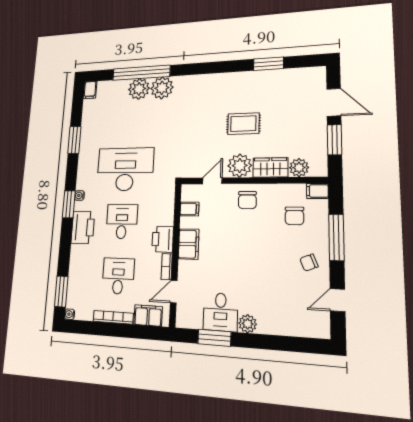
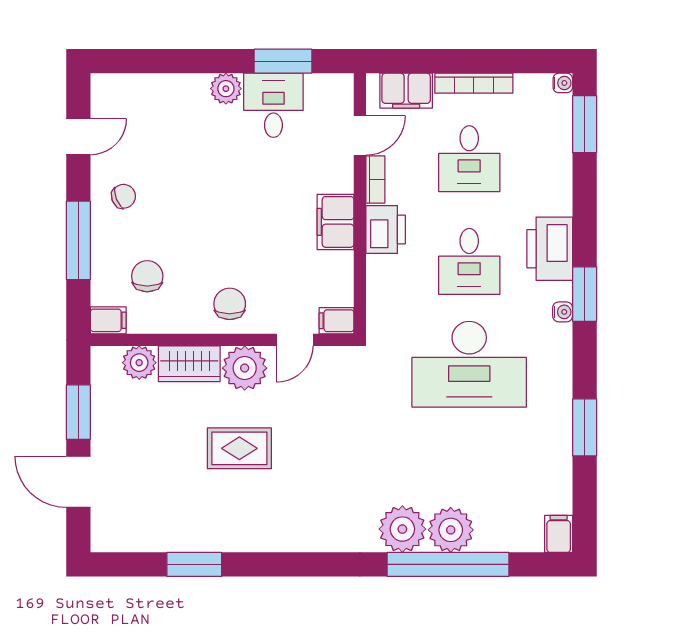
filing cabinet: (189, 209) -> (336, 321), moved

